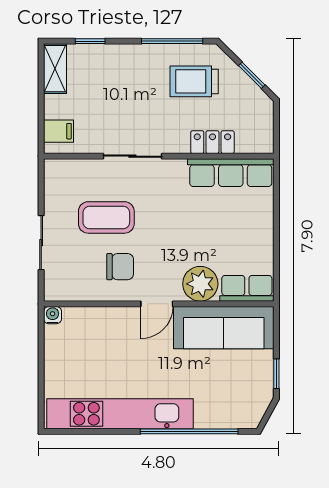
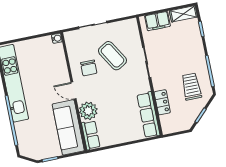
filing cabinet: (59, 131) -> (157, 21), width x2.00
coffee table: (106, 217) -> (112, 56), turned -31

